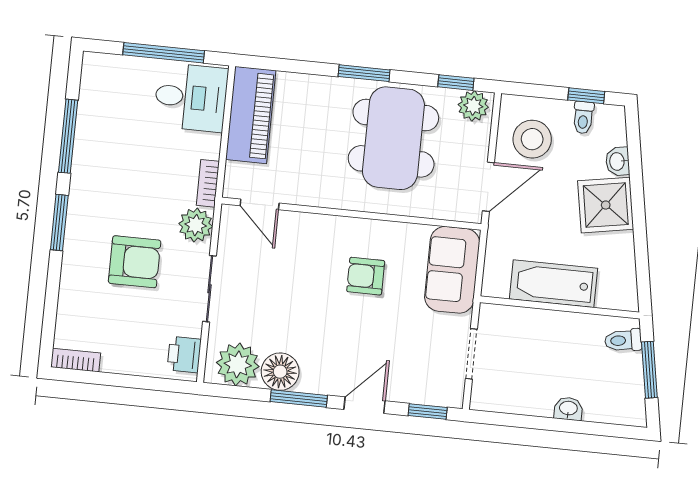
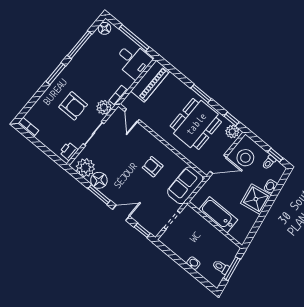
floor lamp: (95, 73) -> (105, 28), added
toilet: (623, 340) -> (221, 267), moved

